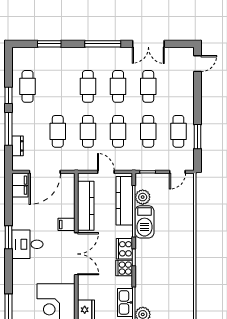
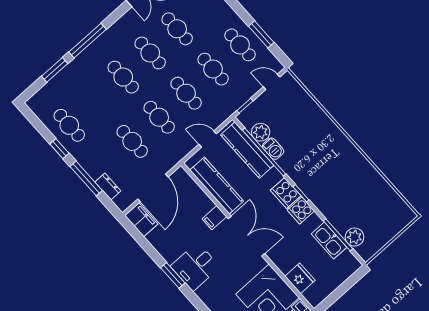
window: (103, 44) -> (87, 41), moved
door: (177, 172) -> (272, 82), swing flipped
barbecue: (144, 222) -> (273, 149), width x0.53, depth x0.65

